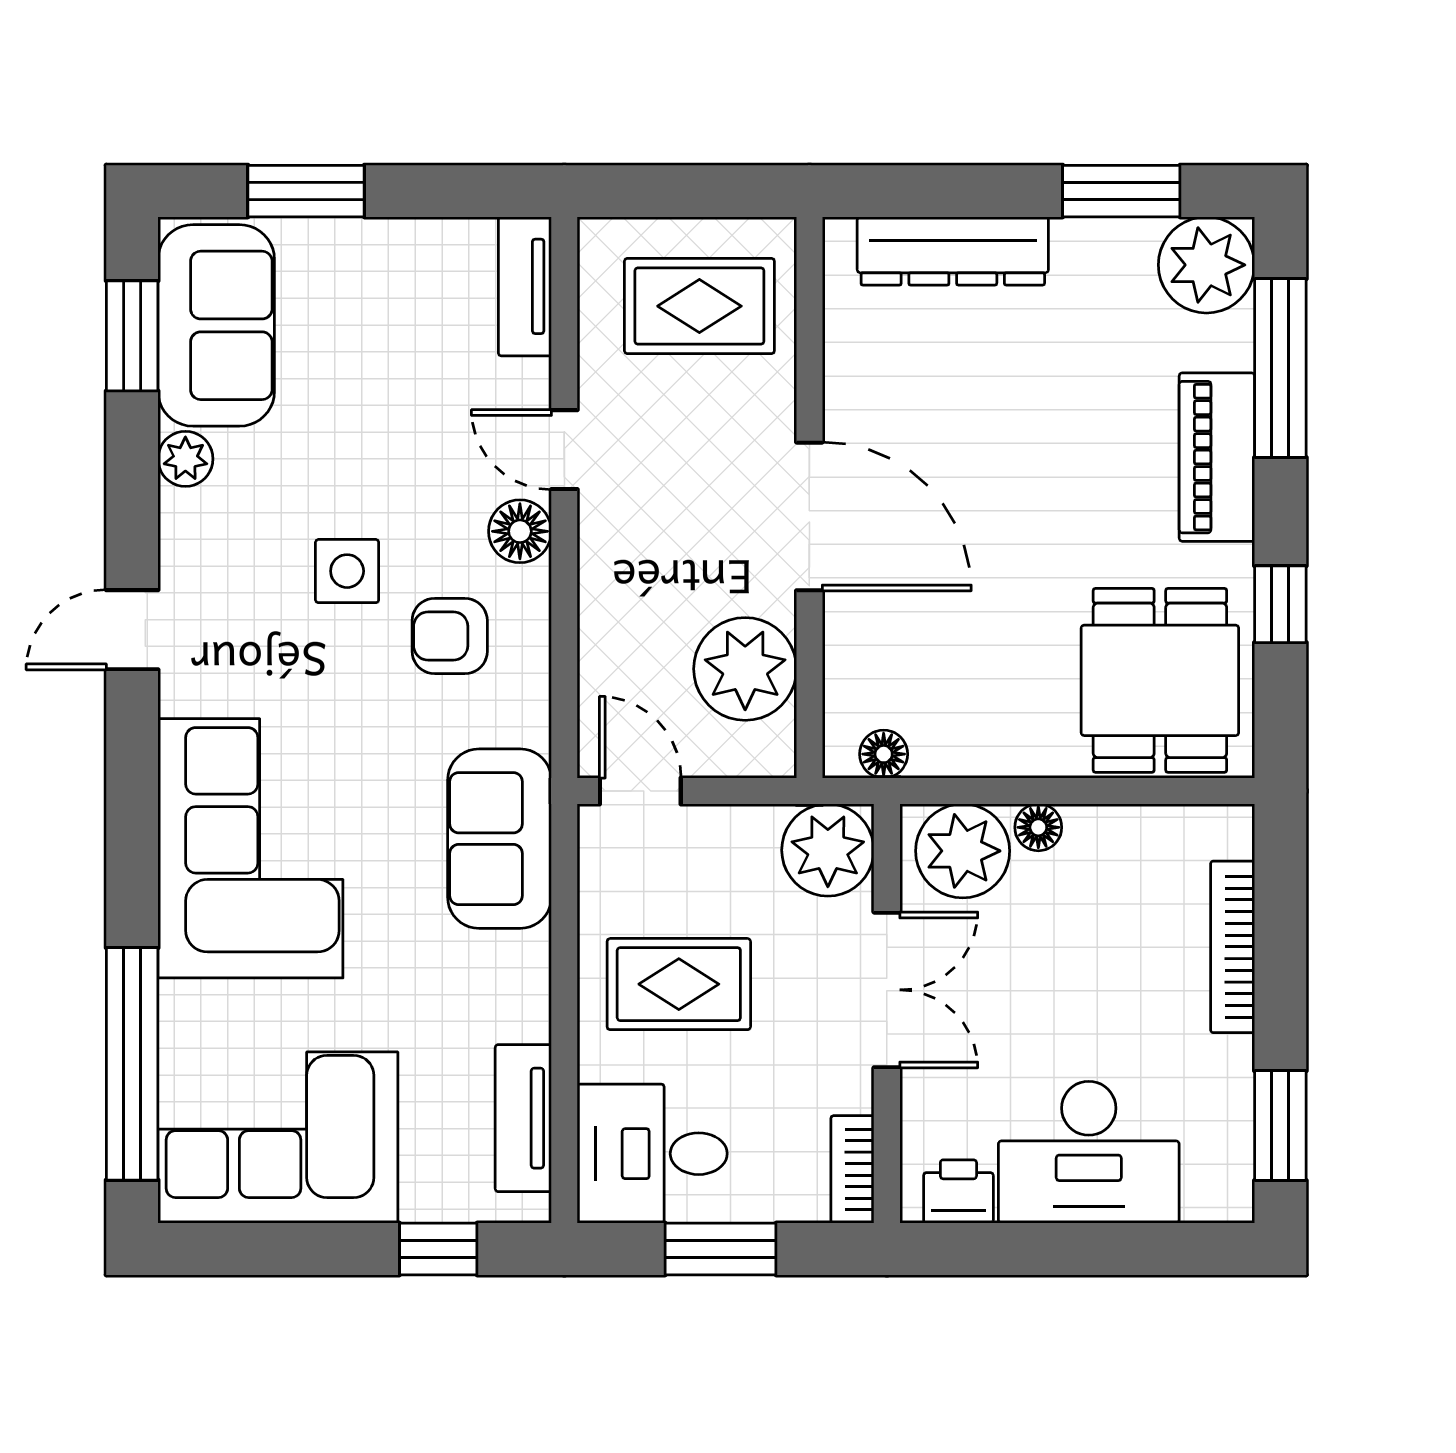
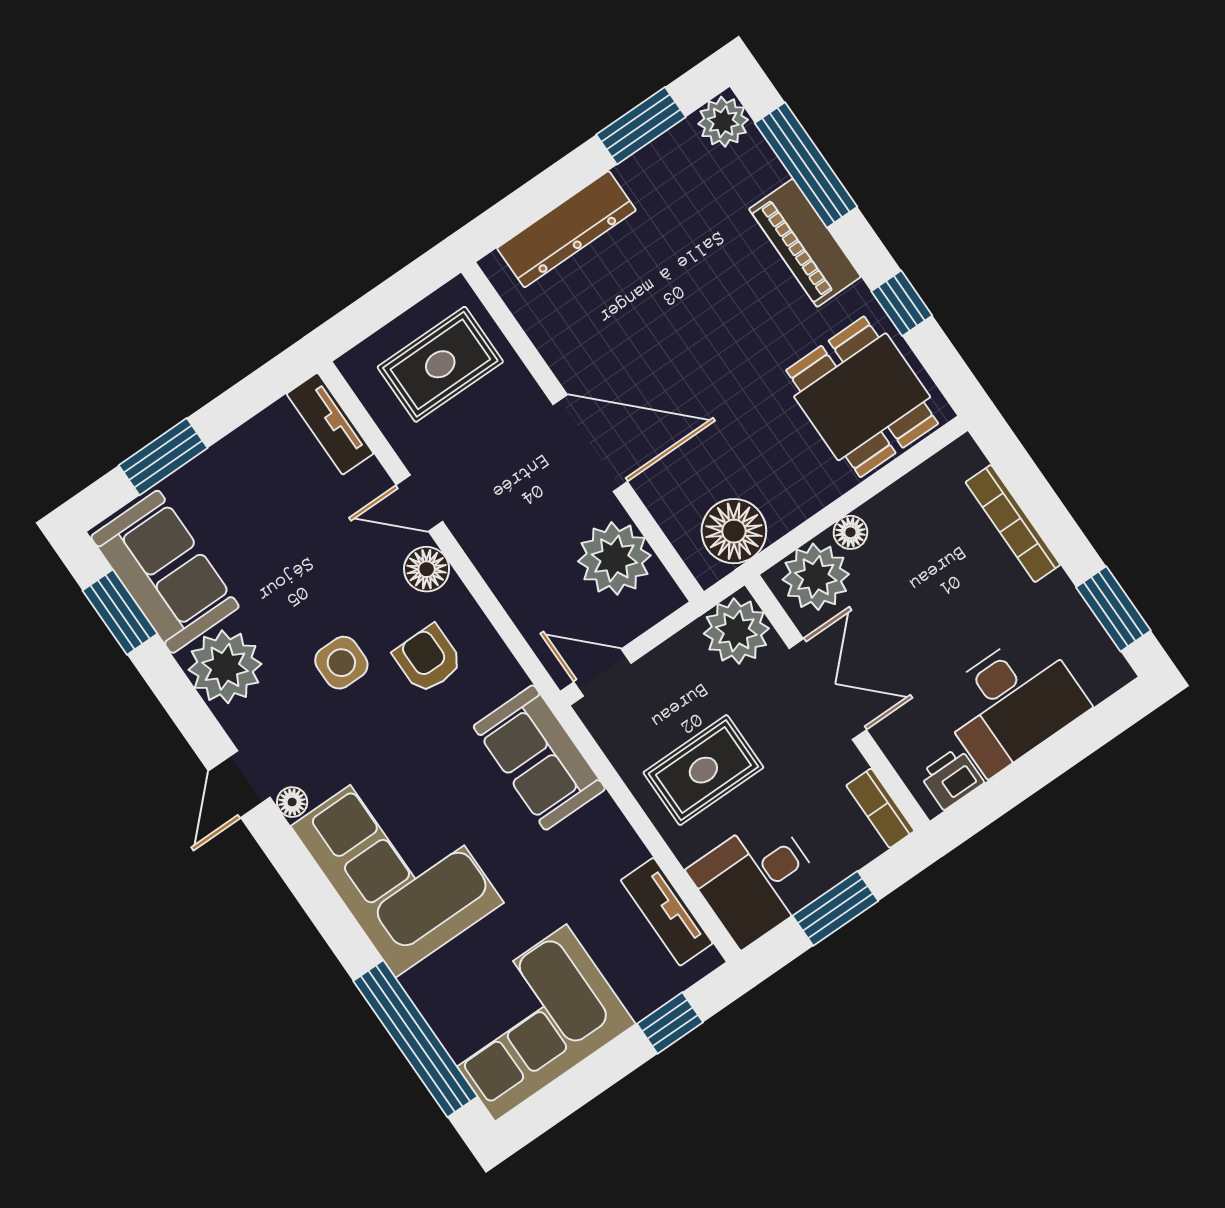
plant: (1206, 265) -> (723, 122), width x0.73, depth x0.73
plant: (185, 459) -> (225, 667), width x1.87, depth x1.87
armchair: (450, 636) -> (428, 659), turned 90
floor lamp: (179, 692) -> (292, 802), added
floor lamp: (884, 754) -> (734, 531), width x1.89, depth x1.89

